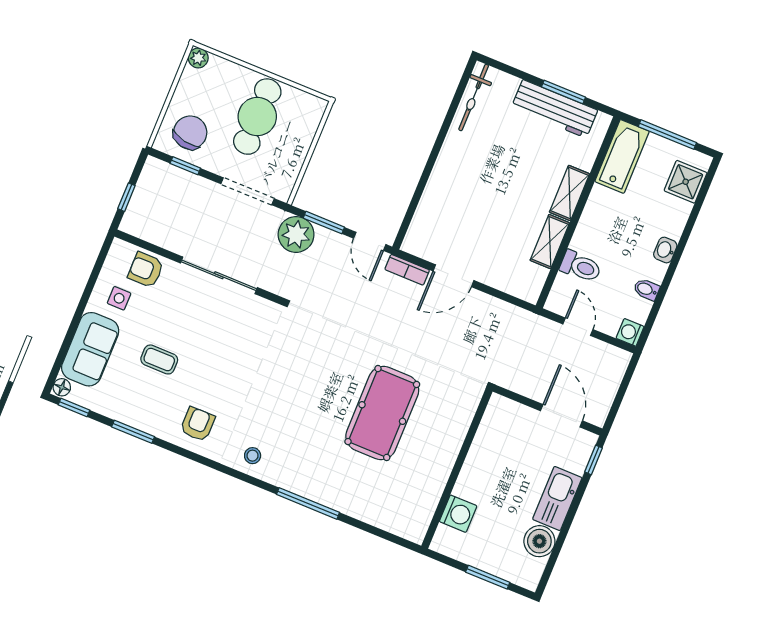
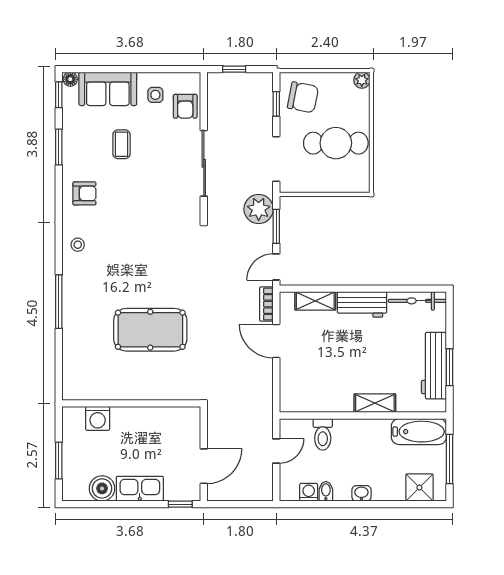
workbench: (452, 162) -> (362, 304), added
shelving: (550, 242) -> (315, 301), moved
armchair: (146, 270) -> (185, 106), turned 180
washing machine: (630, 332) -> (309, 492), moved

